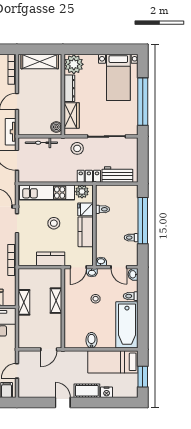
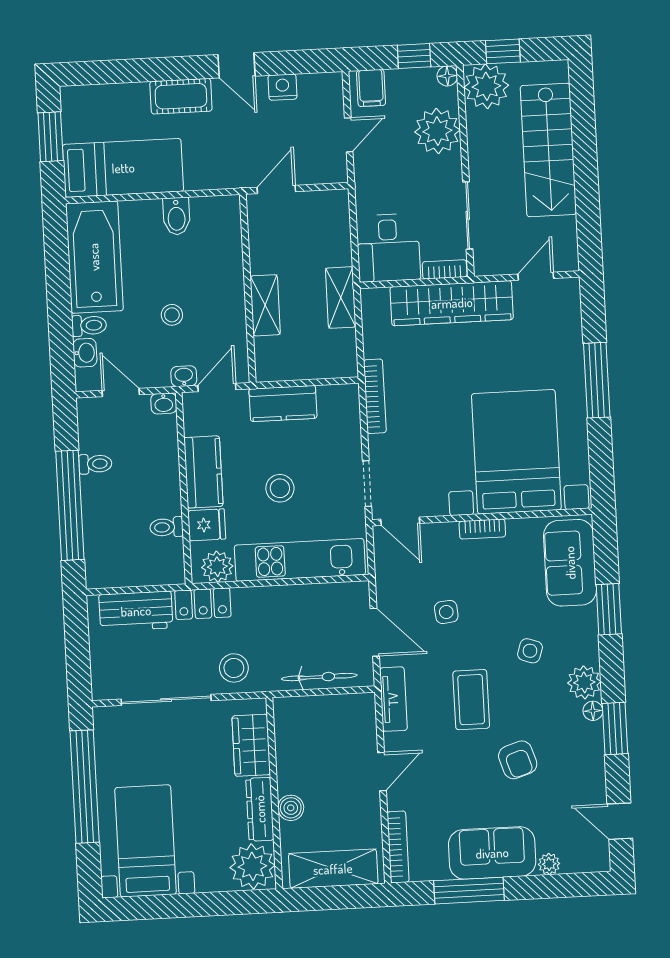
boiler: (56, 127) -> (291, 808), moved
washbasin: (133, 274) -> (85, 353), moved
nightstand: (107, 392) -> (282, 87), moved

